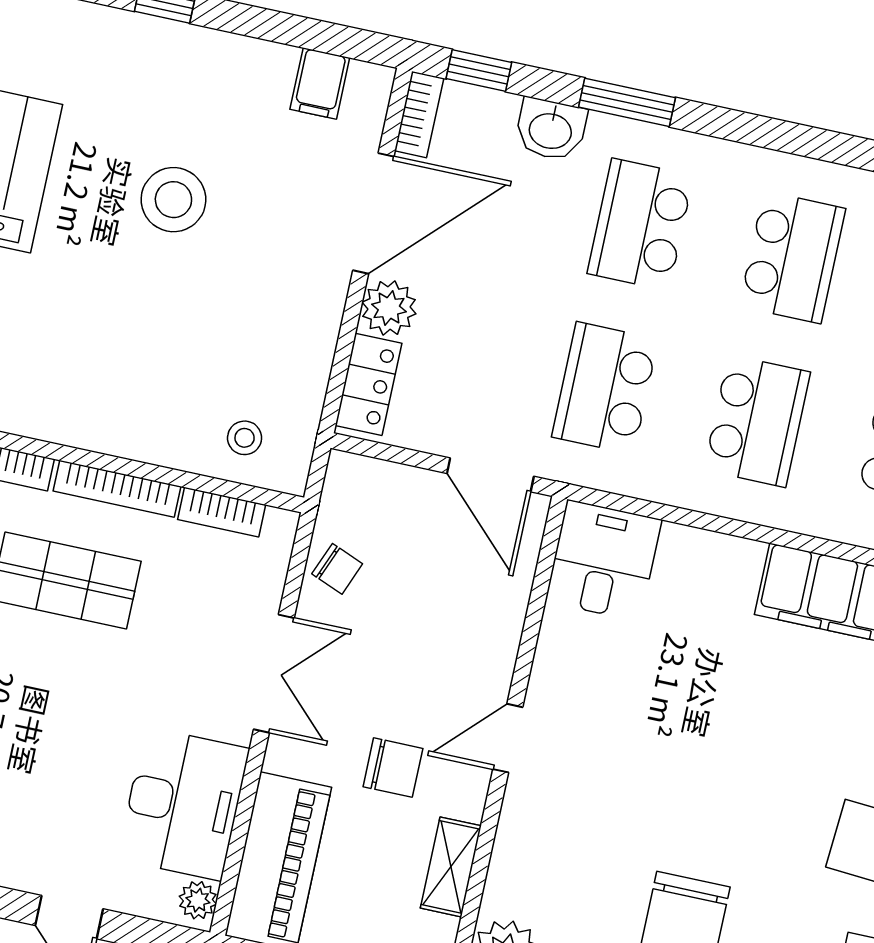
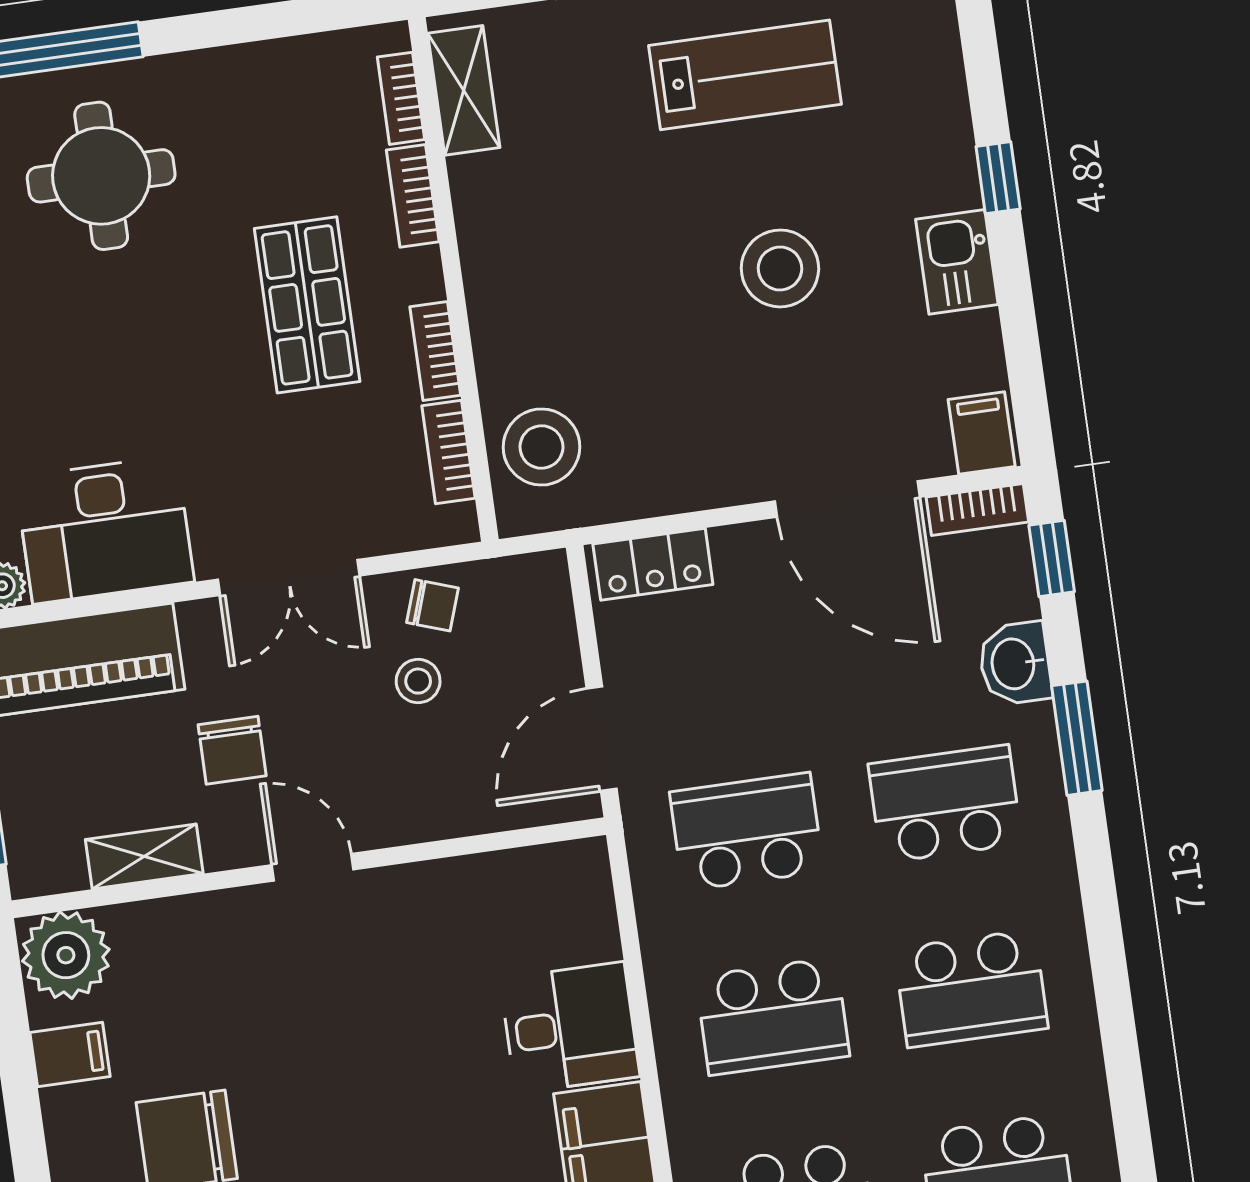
kitchen sink: (219, 59) -> (957, 262), added
filing cabinet: (320, 84) -> (982, 433), moved, turned 90
plant: (389, 308) -> (747, 556), removed
stool: (245, 438) -> (541, 447), width x1.89, depth x1.89
bookcase: (117, 489) -> (435, 351), width x0.64
desk: (603, 561) -> (570, 1028), moved
chair: (337, 569) -> (432, 605), turned -93
stool: (392, 602) -> (418, 681), added

